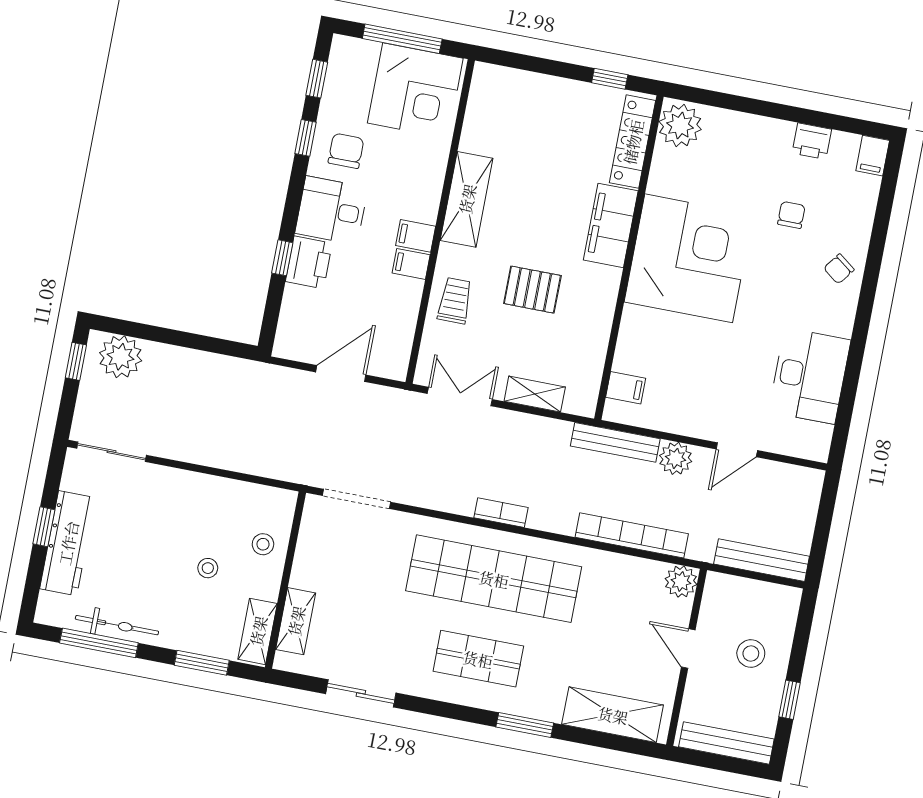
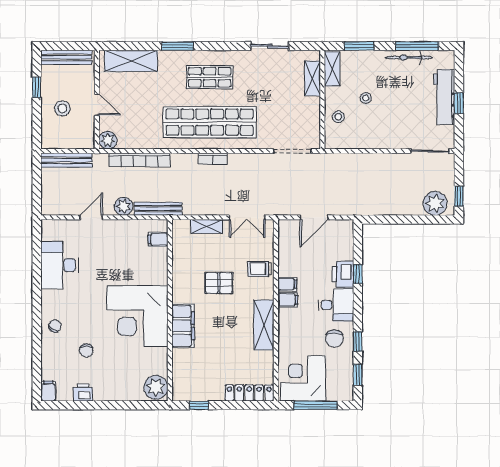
locker: (633, 142) -> (249, 393), moved, turned -90
trolley: (455, 301) -> (260, 269), turned 90

